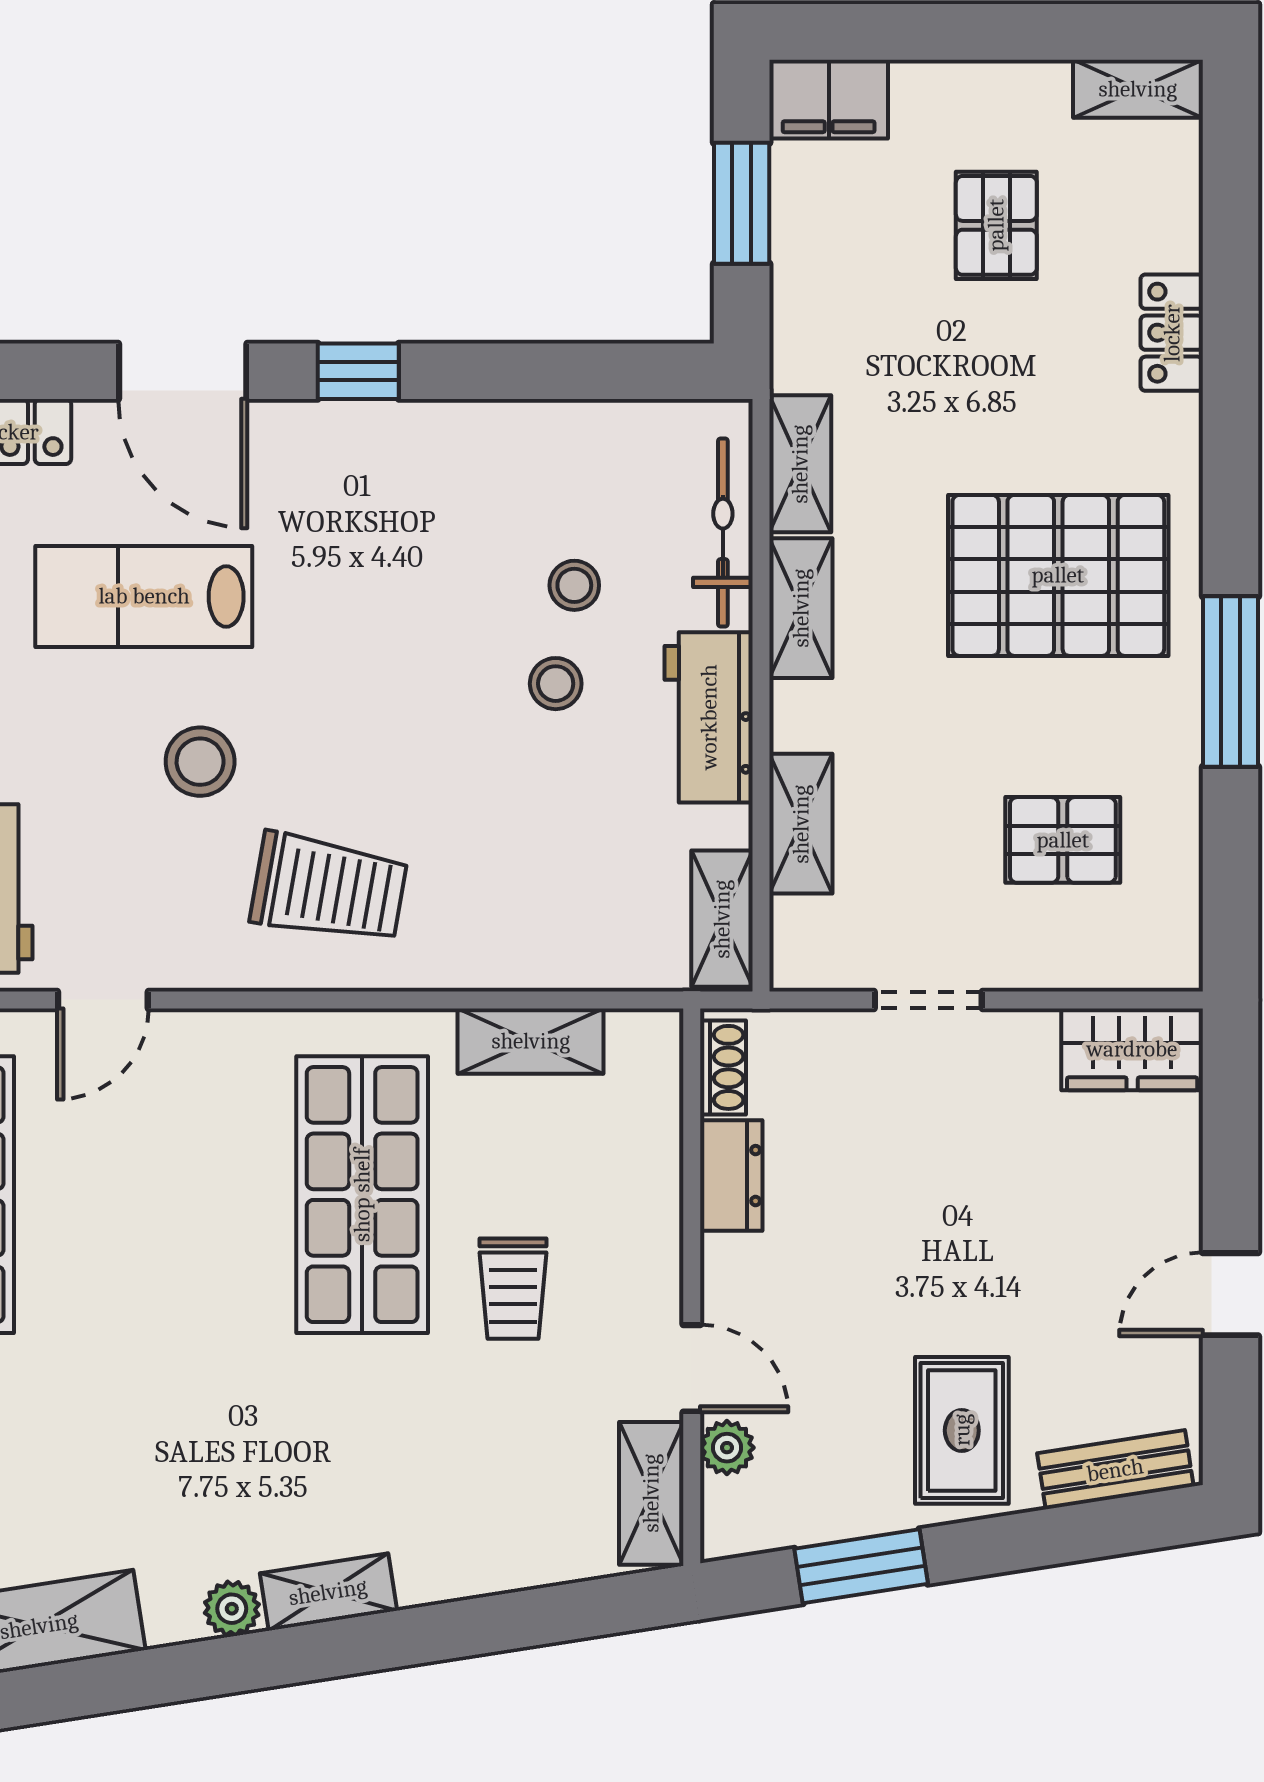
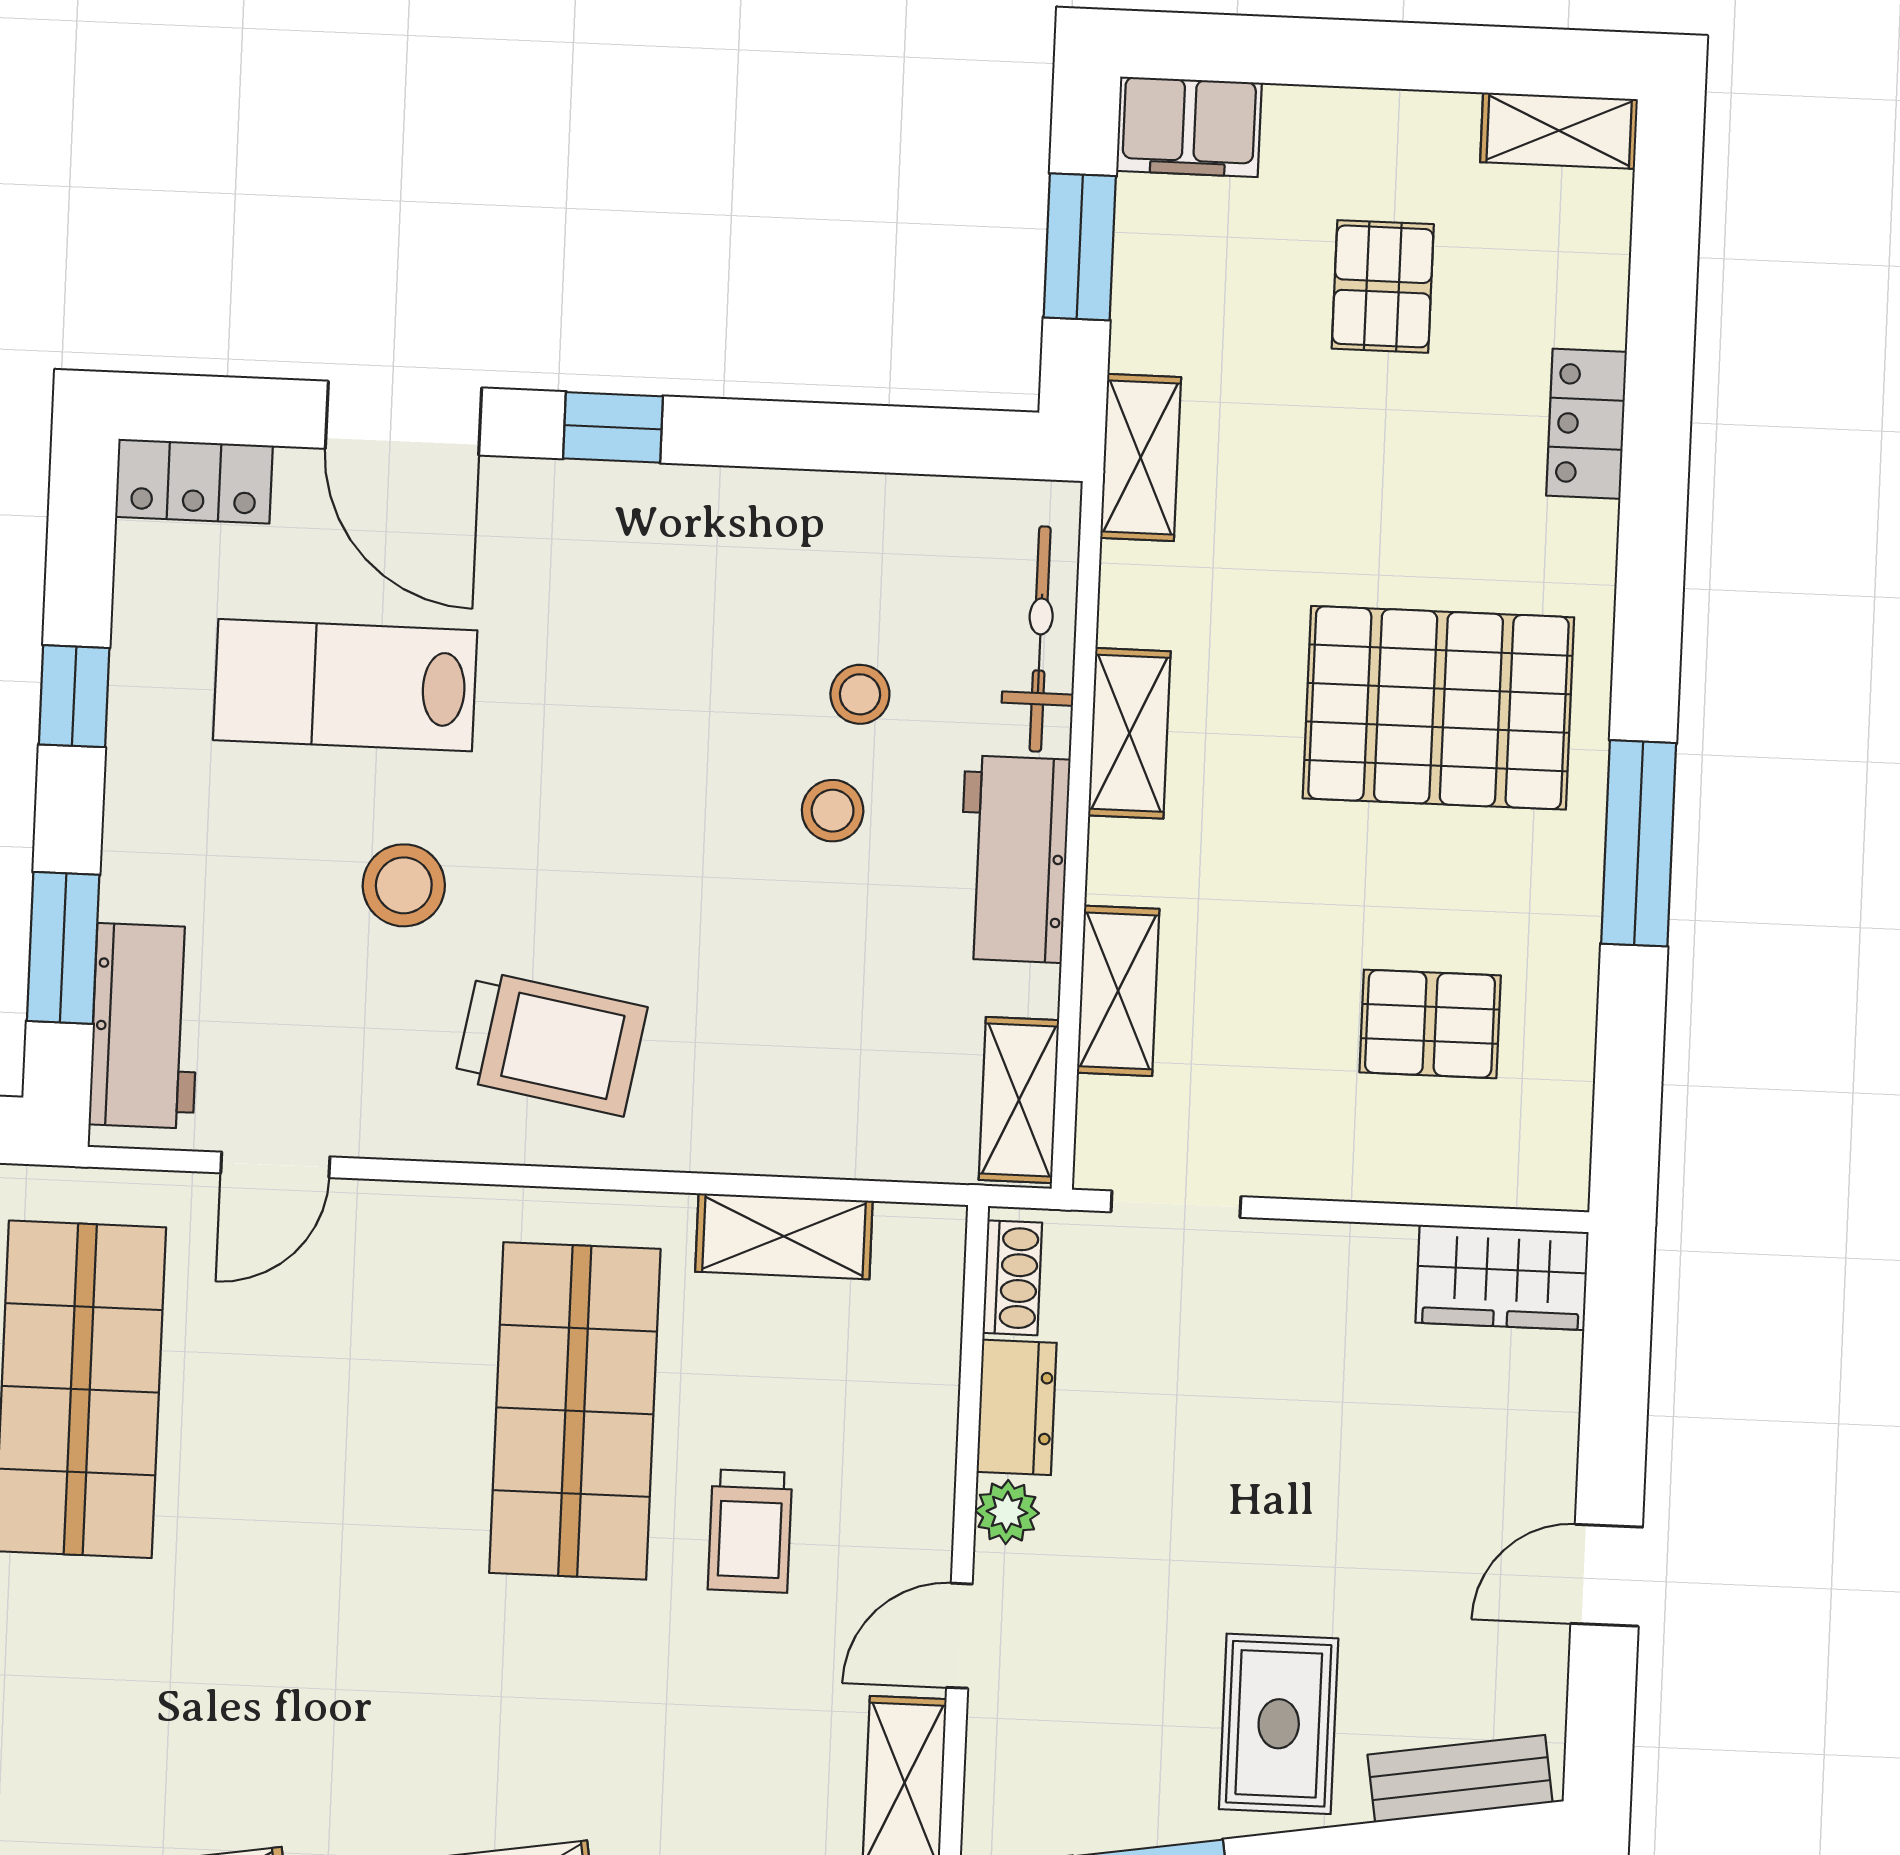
shelving: (800, 464) -> (1141, 458), moved
doorway: (928, 1000) -> (1176, 1204), moved
door: (692, 1368) -> (959, 1636), swing flipped
plant: (727, 1448) -> (1007, 1512), moved

